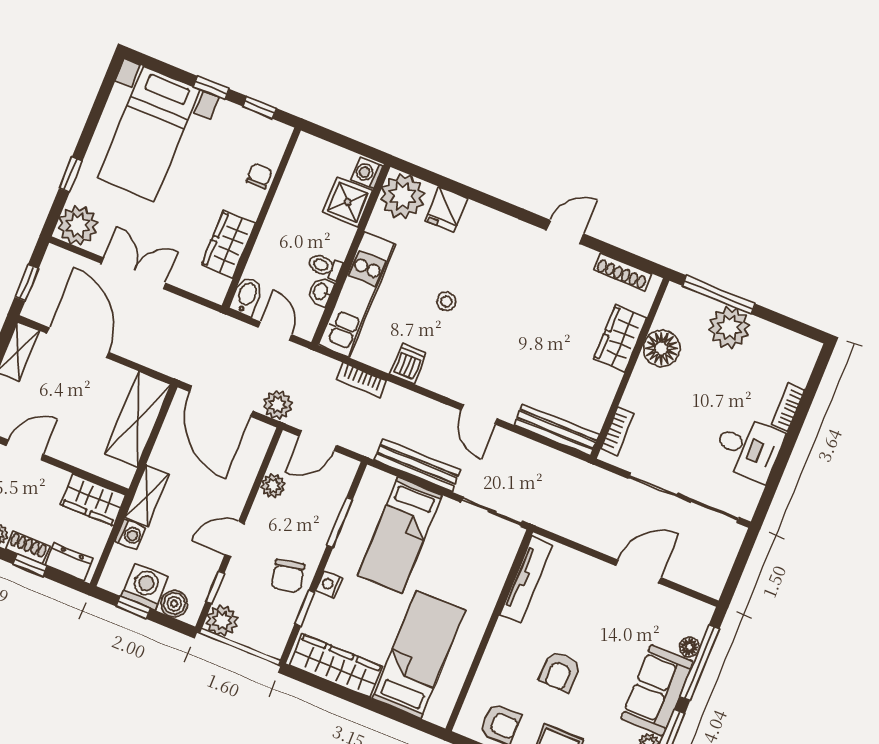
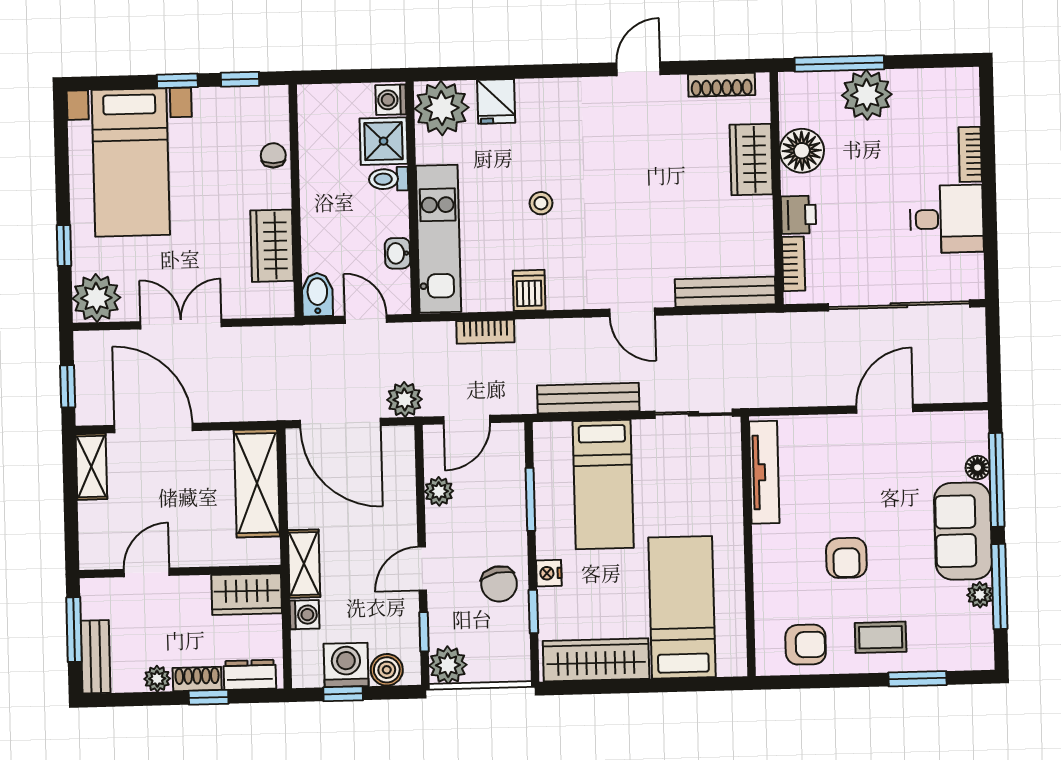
toilet: (325, 266) -> (389, 179), moved
printer: (638, 396) -> (799, 215), added

